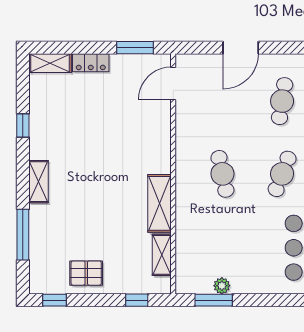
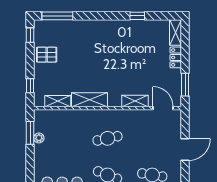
door: (241, 48) -> (185, 149), swing flipped
shelving: (39, 182) -> (135, 101), moved
window: (23, 235) -> (57, 16), moved
pallet: (86, 273) -> (47, 55), turned 90

